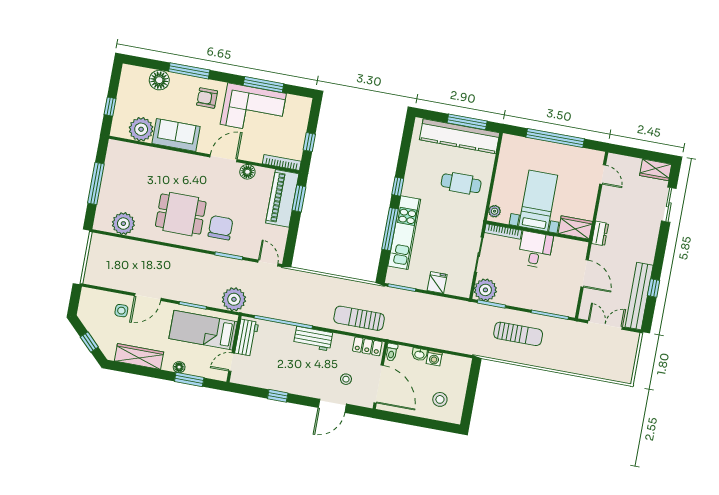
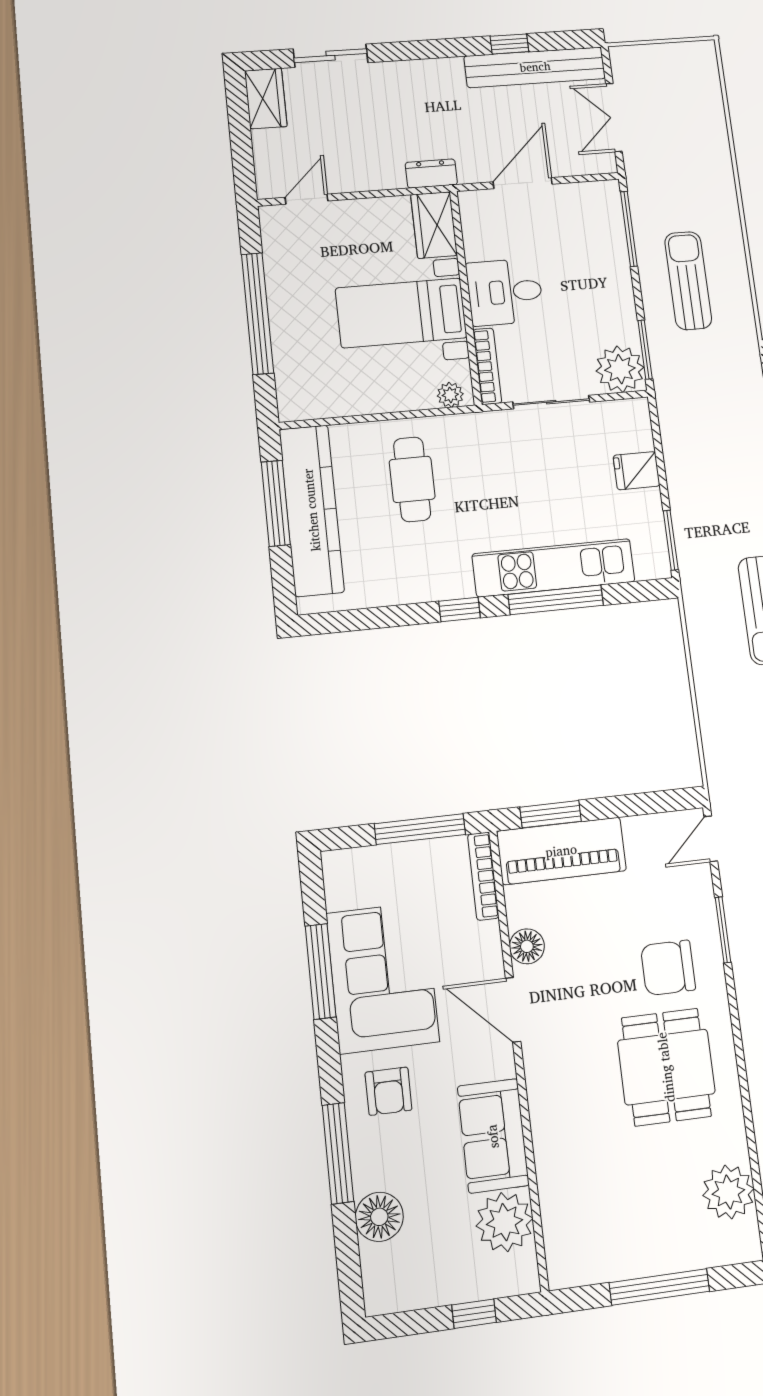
window: (309, 142) -> (420, 829), width x2.17

